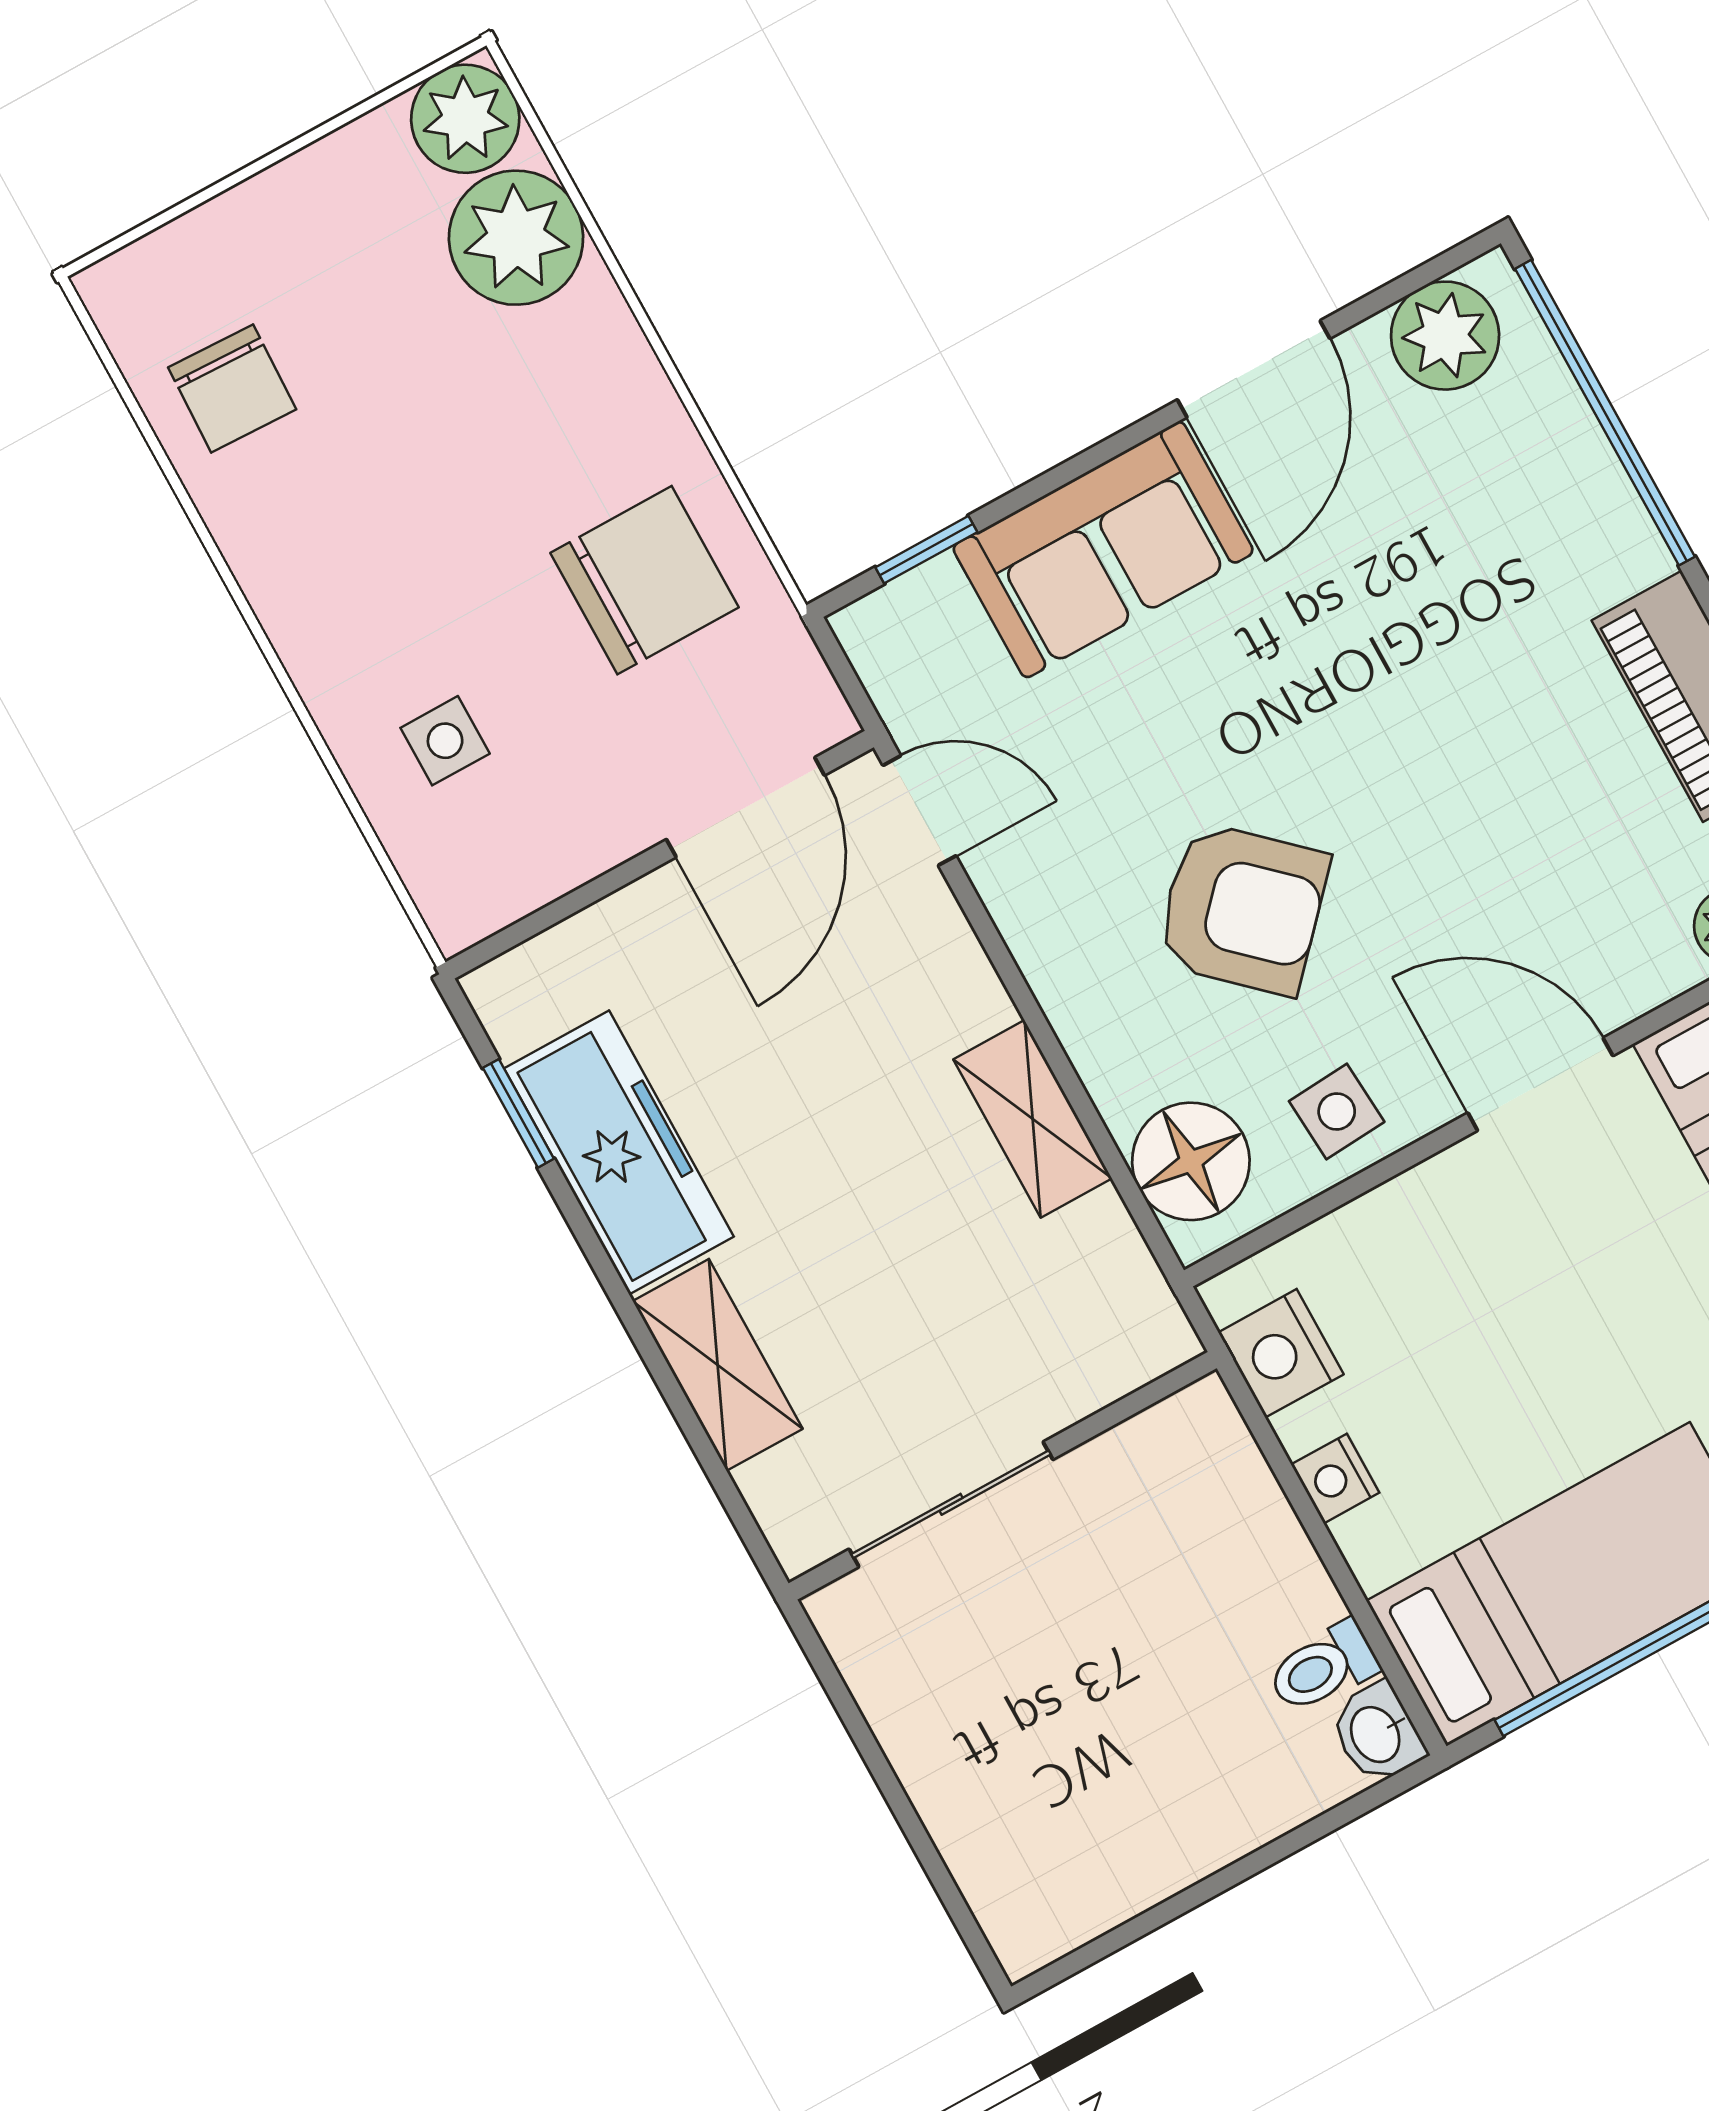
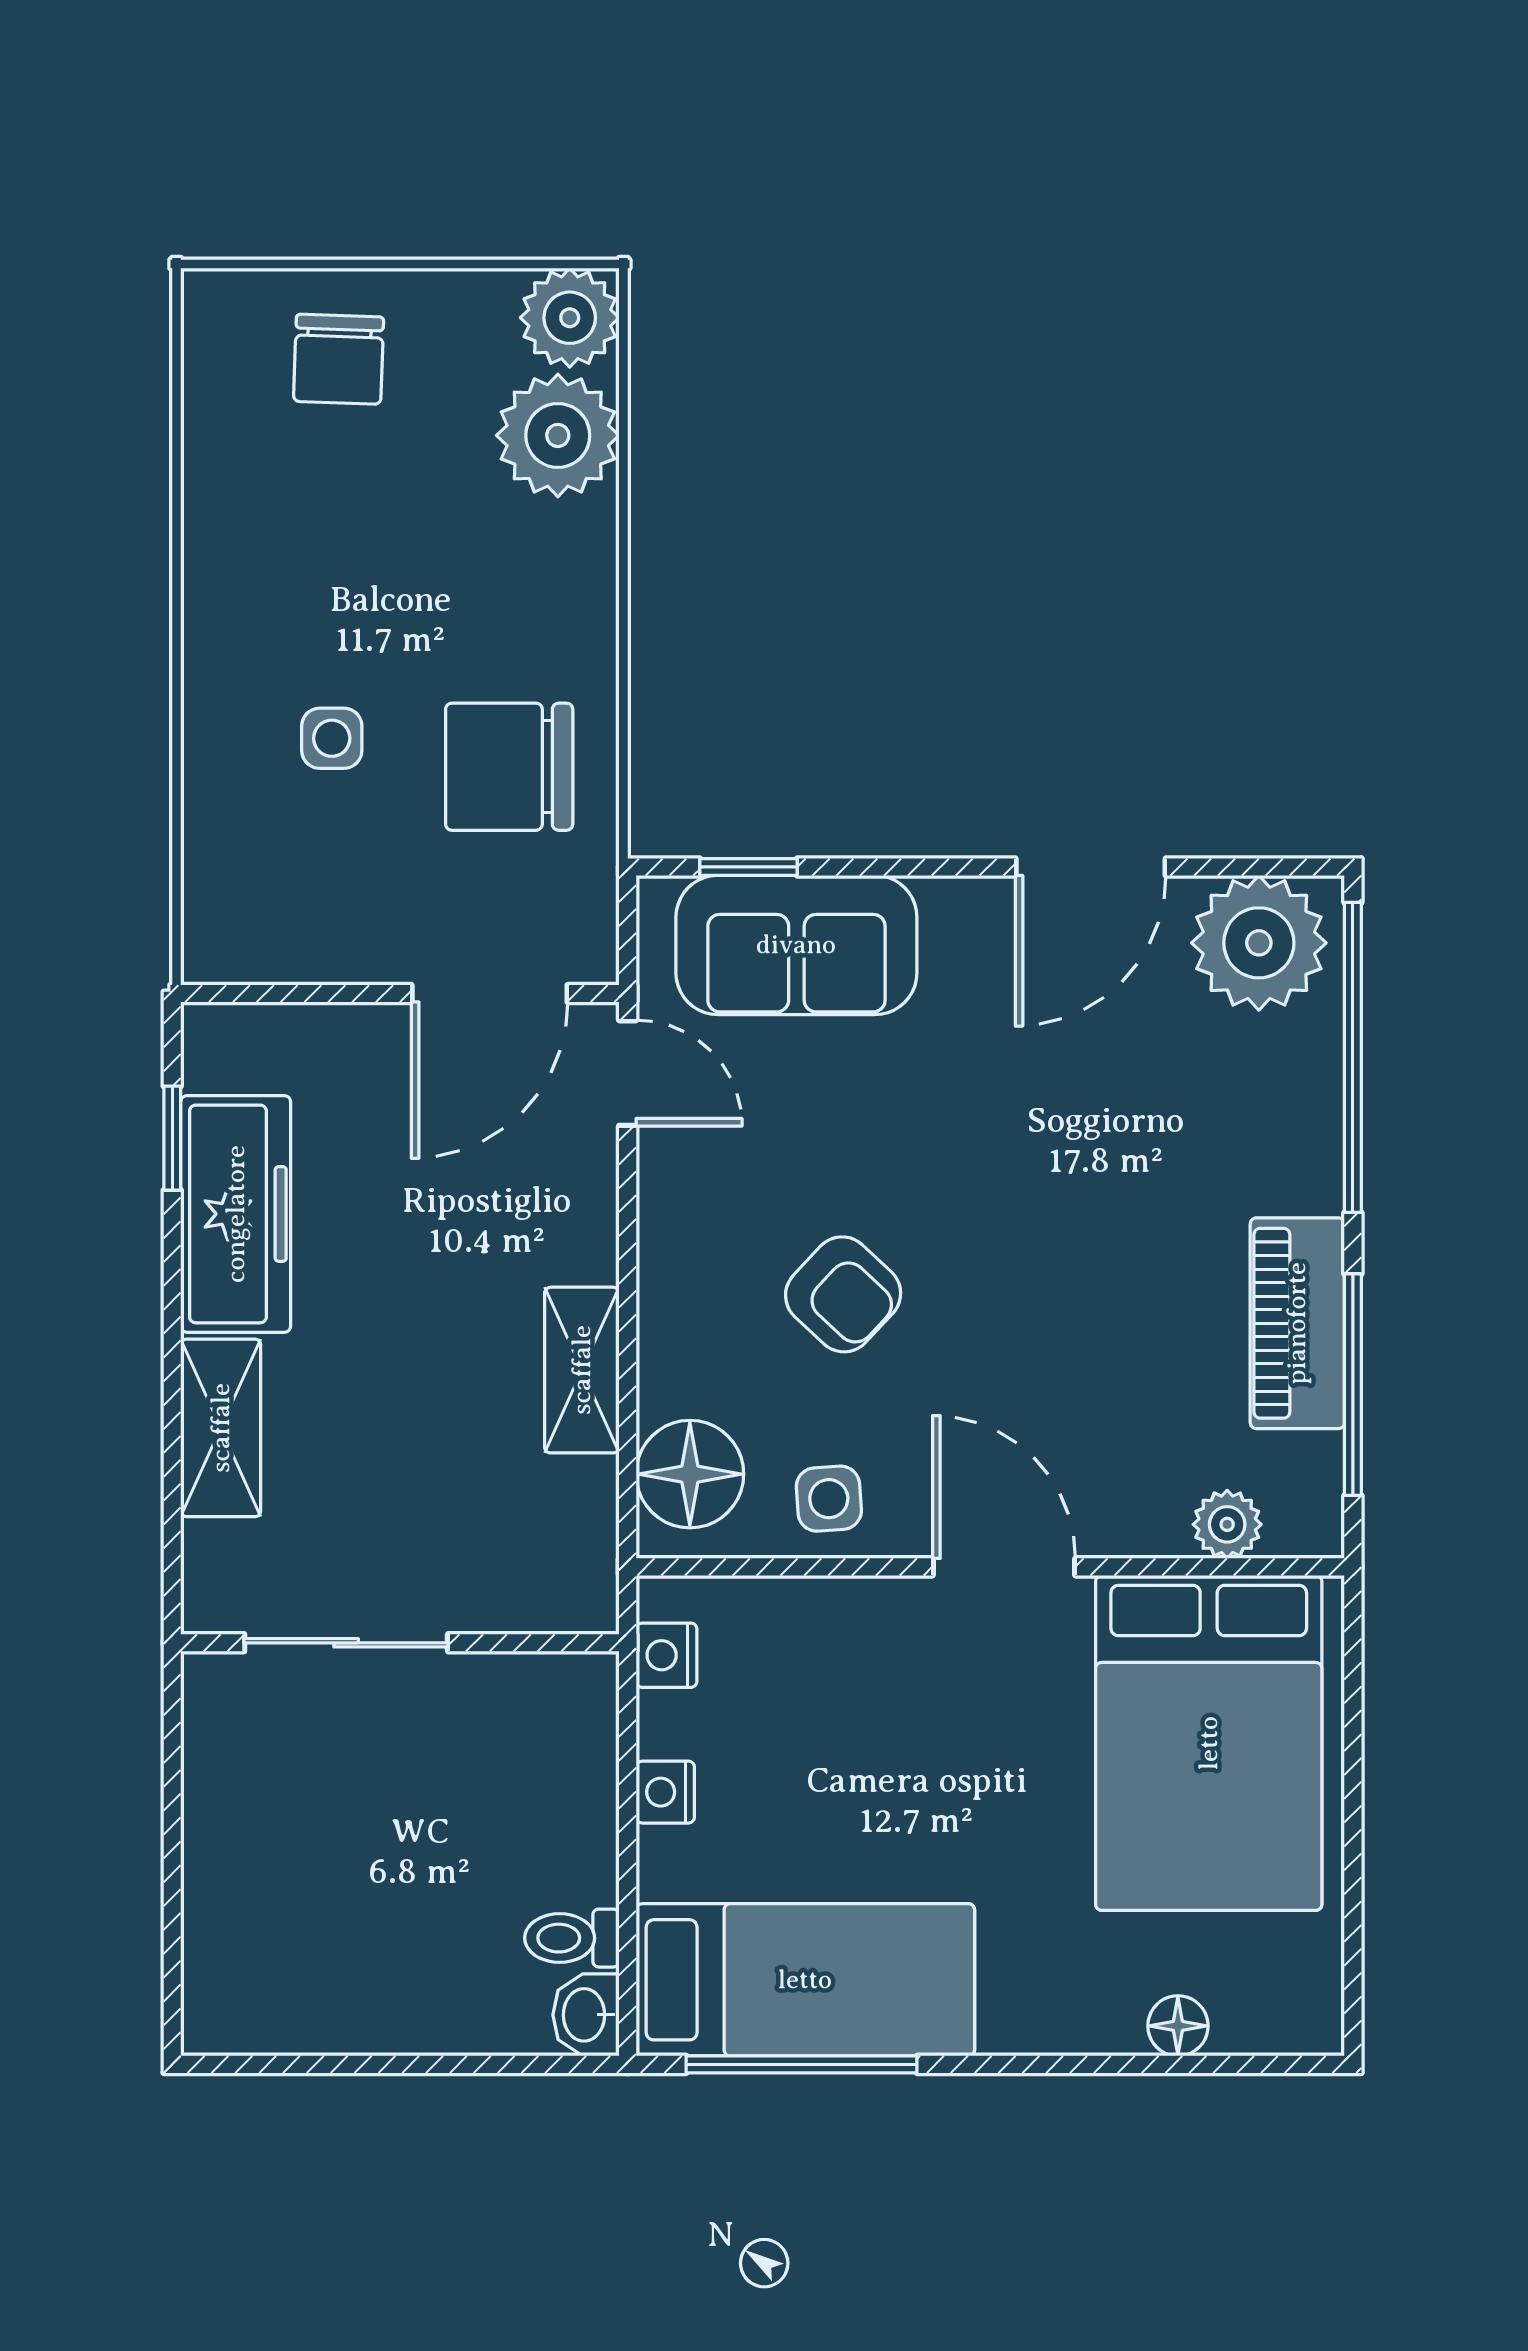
plant: (1445, 336) -> (1259, 943), width x1.36, depth x1.36
chair: (232, 388) -> (339, 359), moved
sofa: (1103, 550) -> (796, 945), moved
chair: (645, 580) -> (509, 767), turned 180
side table: (445, 741) -> (332, 738), moved
armchair: (1242, 909) -> (843, 1294), width x0.72, depth x0.72
nightstand: (1281, 1353) -> (666, 1655), width x0.72, depth x0.74

